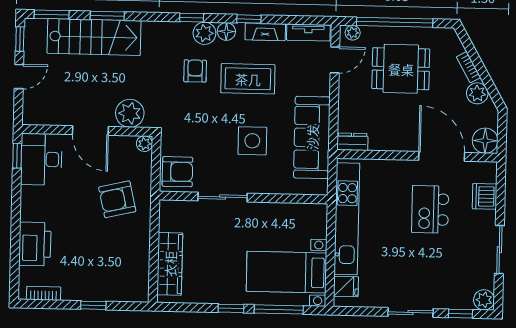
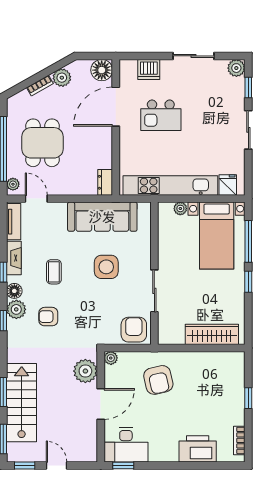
coffee table: (248, 79) -> (54, 272), width x0.54, depth x0.58
plant: (319, 230) -> (180, 208), added

